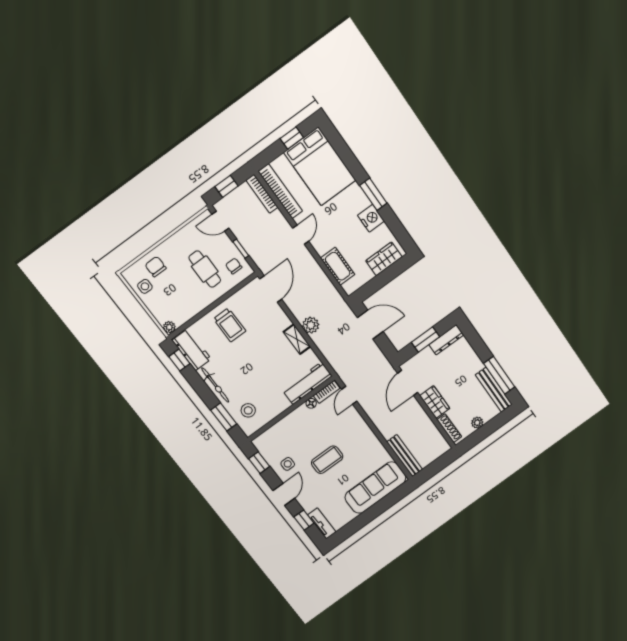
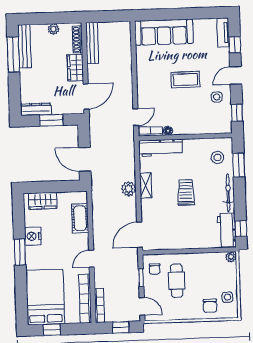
trolley: (230, 325) -> (186, 192), moved
bench: (405, 456) -> (92, 43), moved

